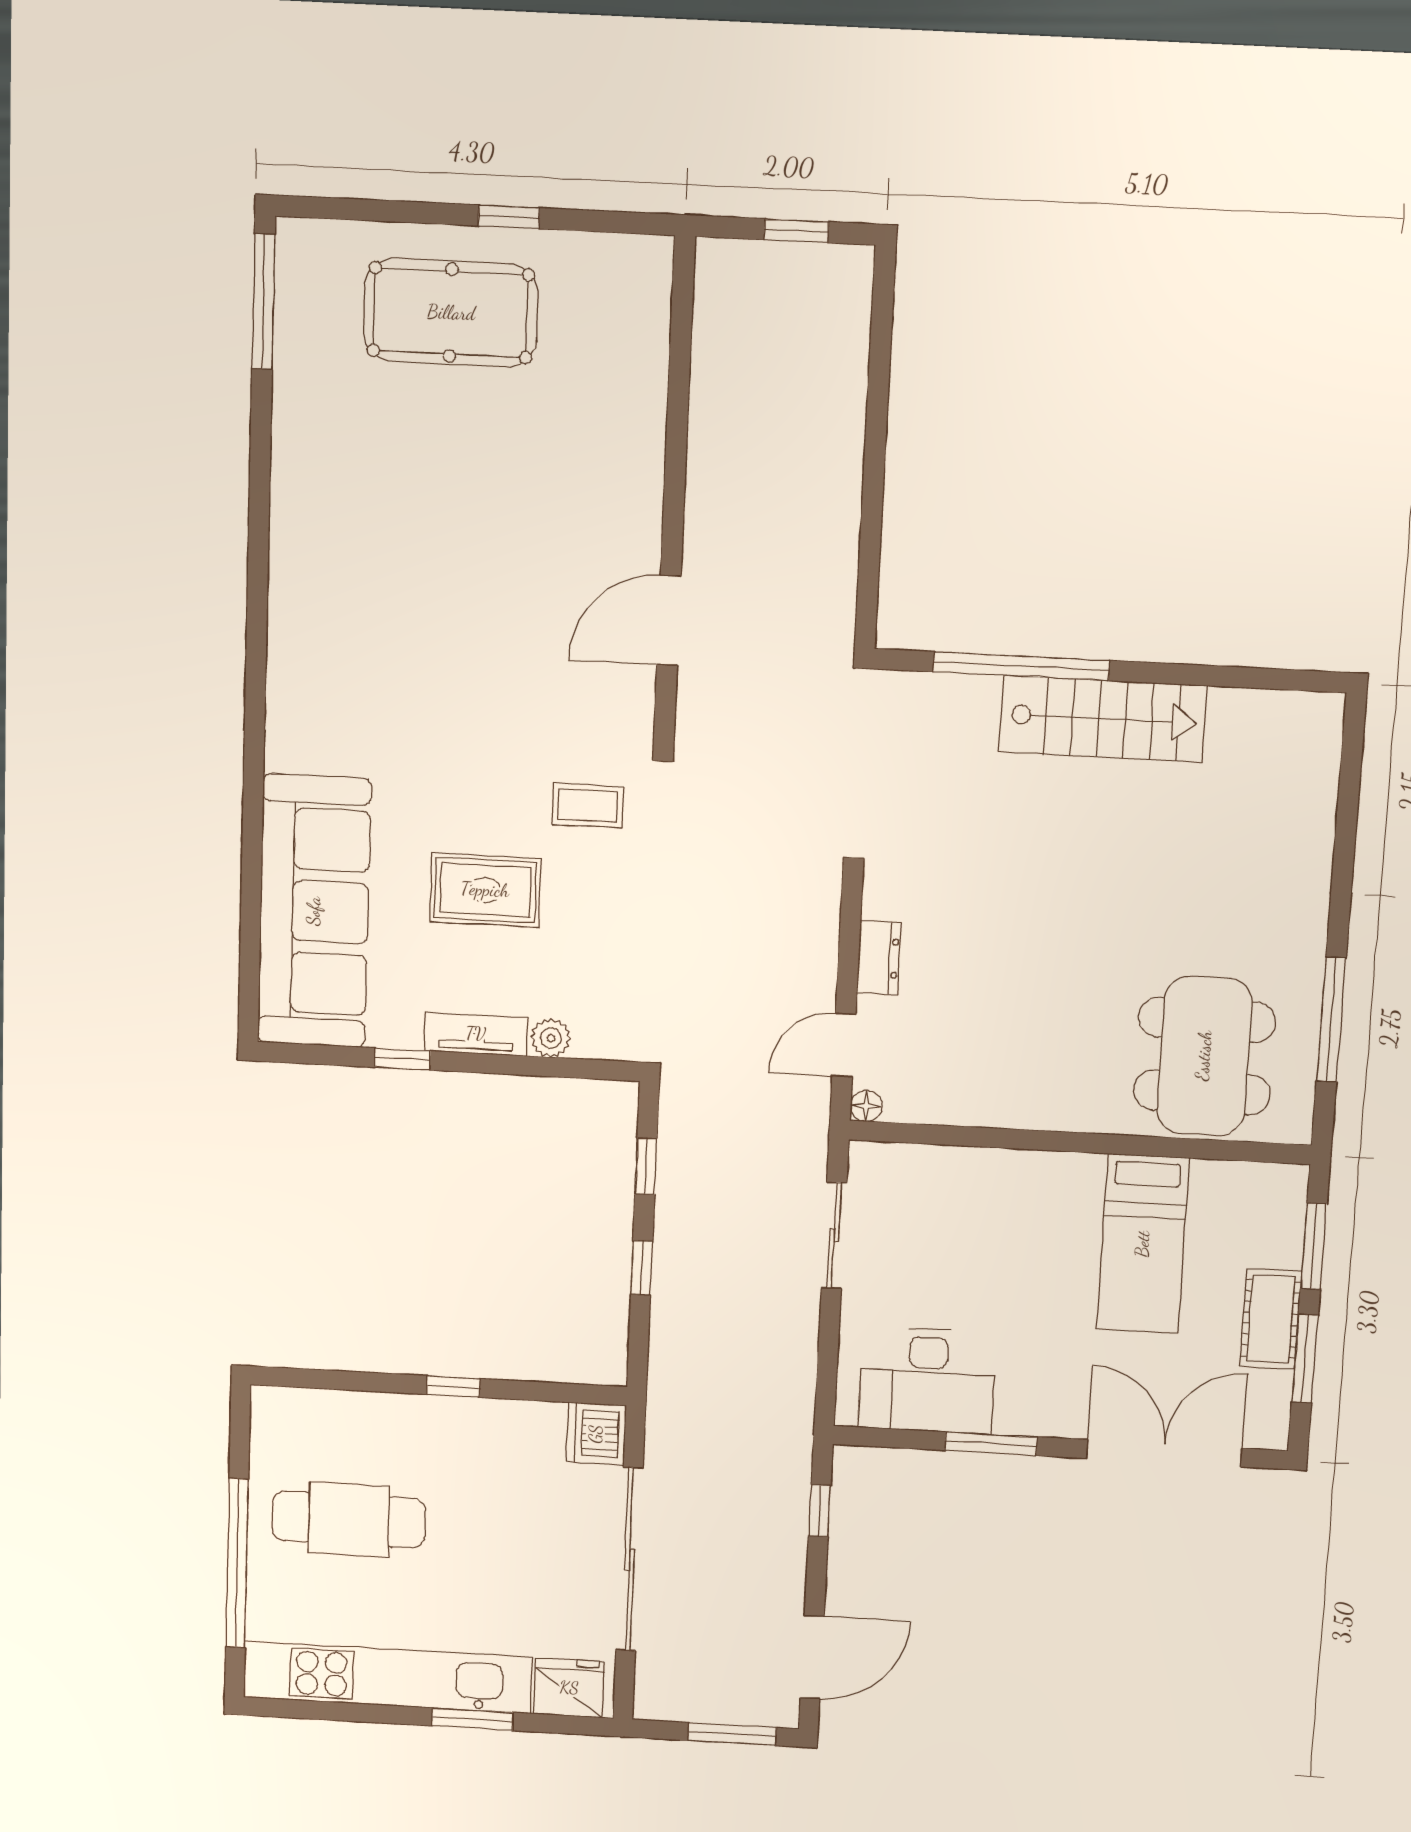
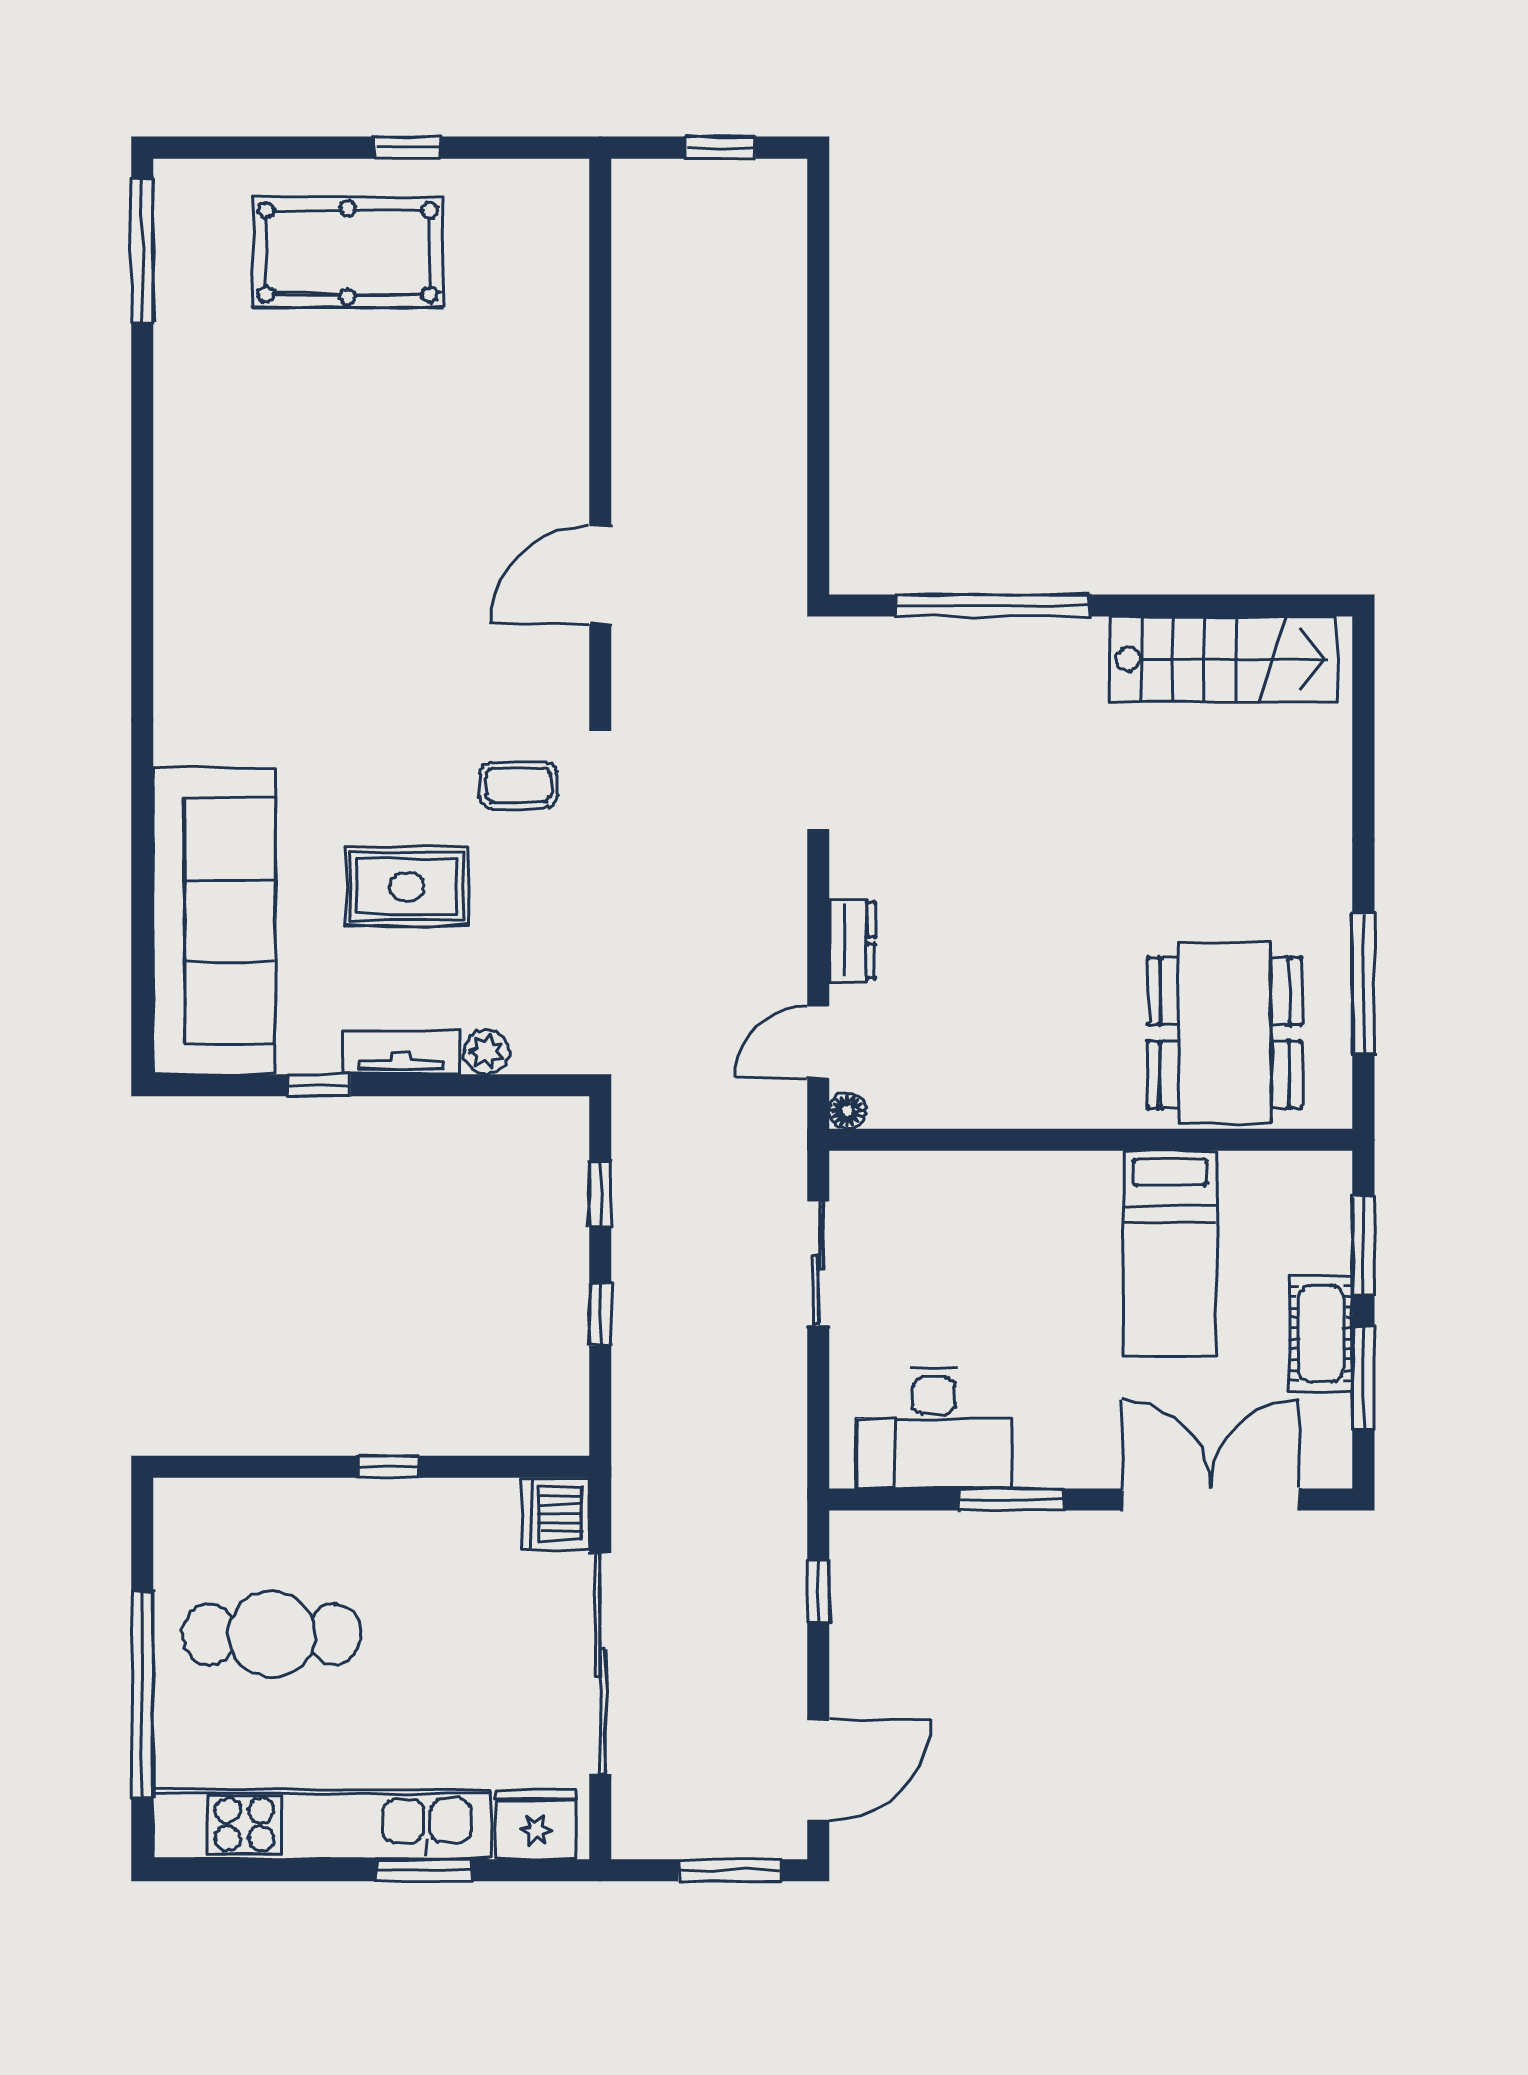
stairs: (1103, 719) -> (1223, 659), moved

